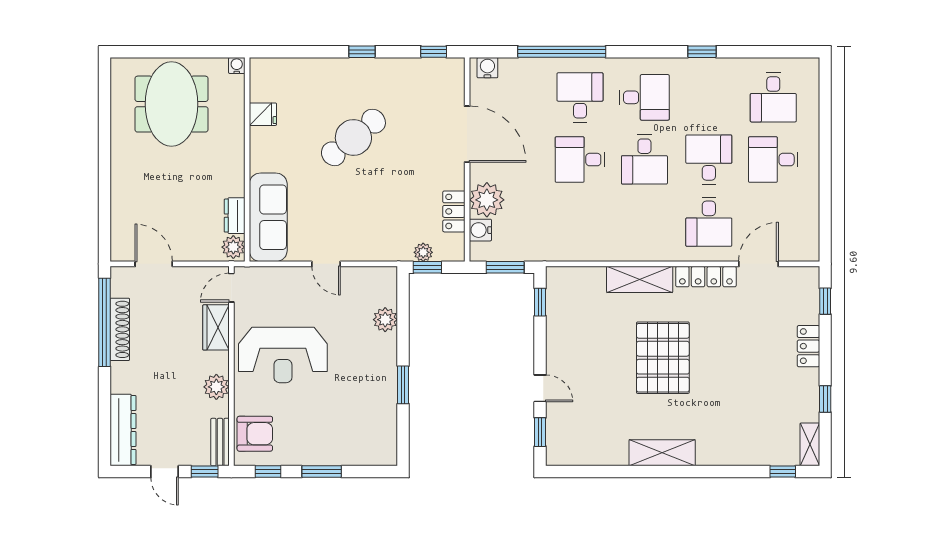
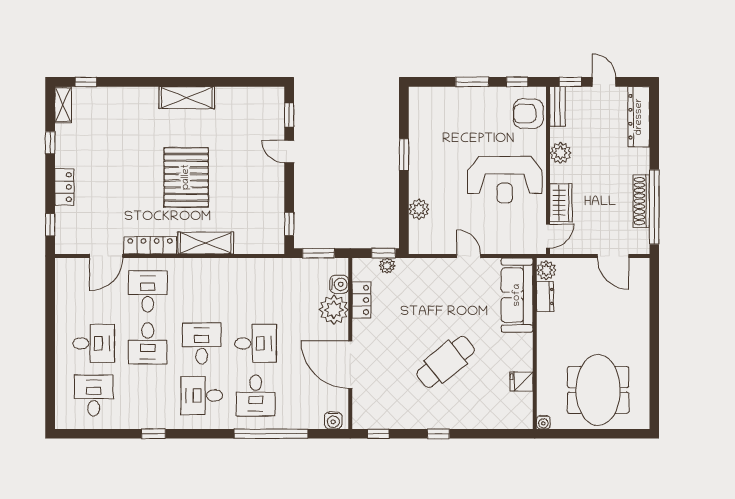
reception desk: (283, 355) -> (505, 180), turned 180

